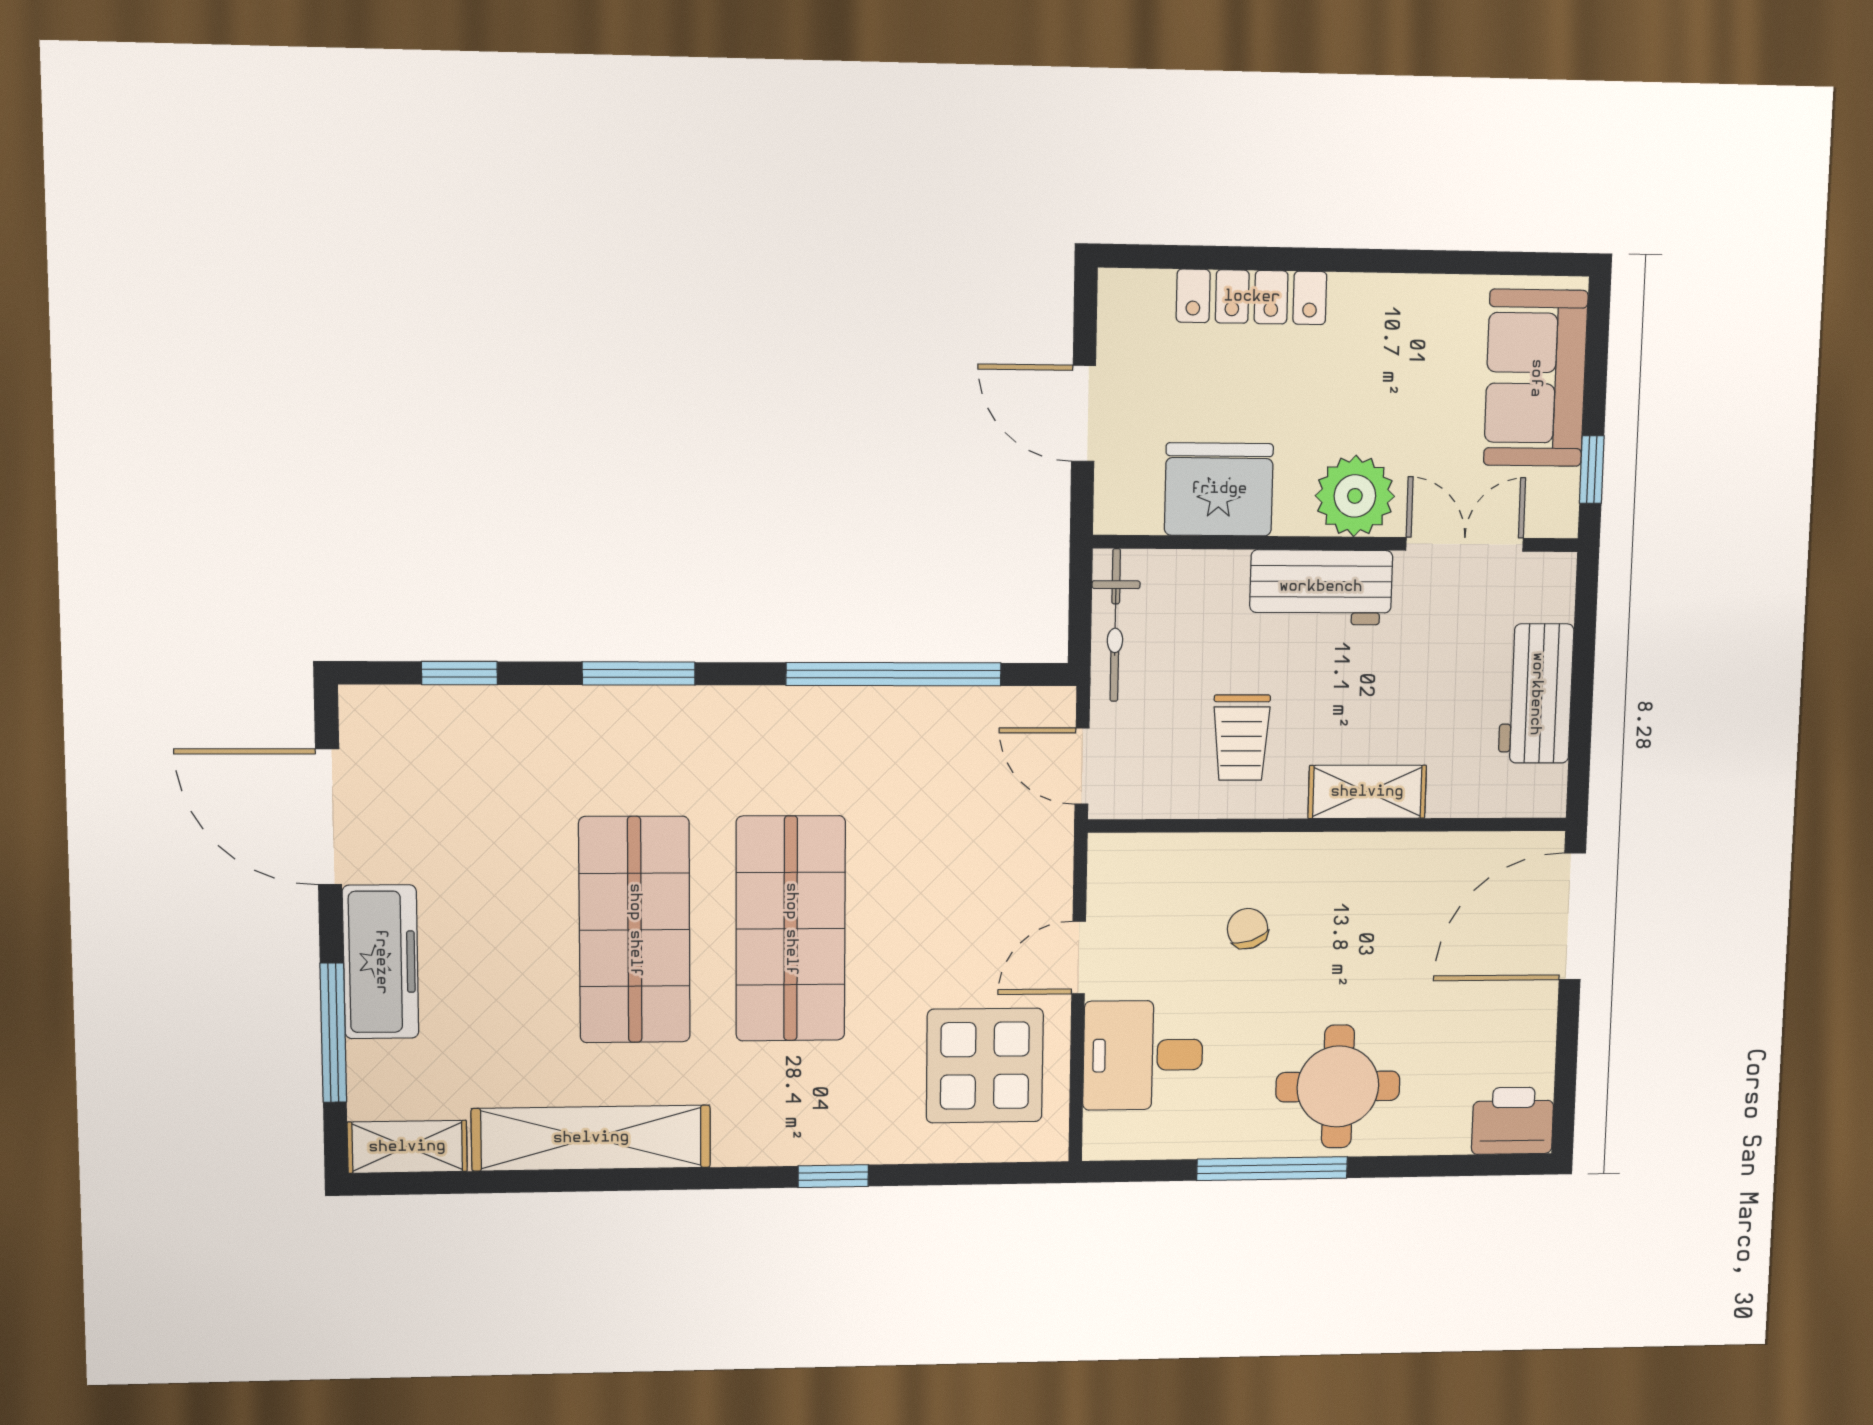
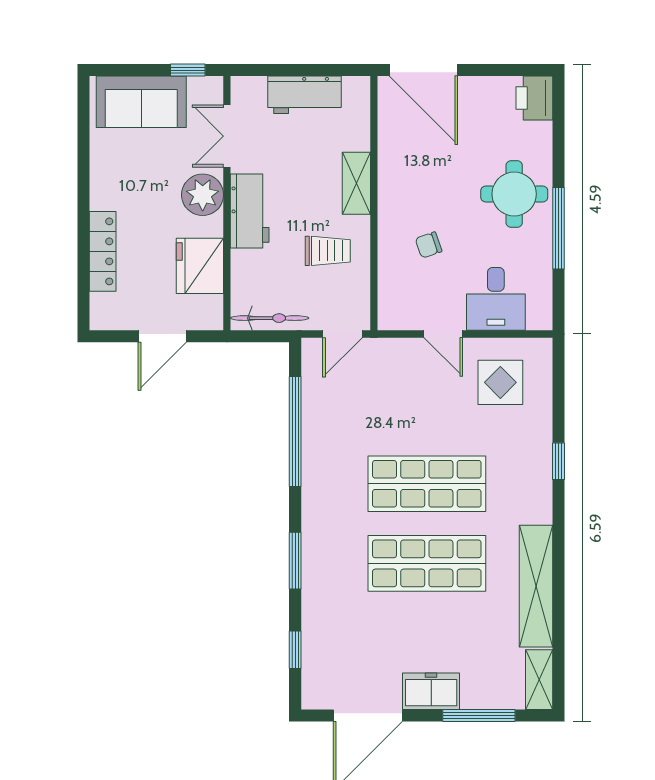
freezer: (381, 962) -> (431, 691), width x0.71
display table: (985, 1066) -> (500, 382), width x0.73, depth x0.73

